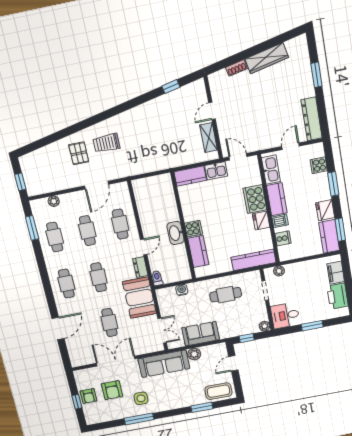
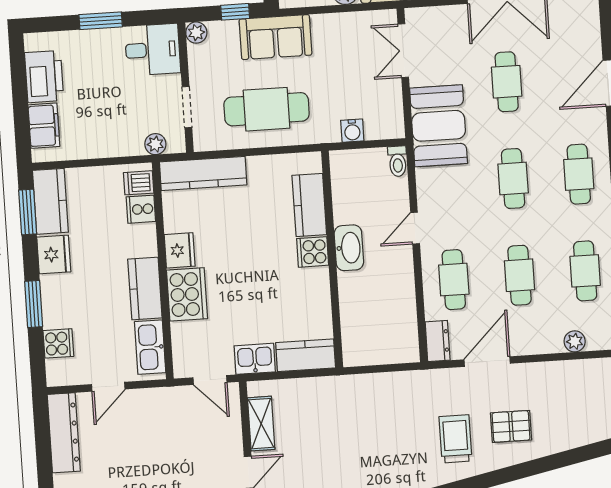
trolley: (106, 143) -> (455, 439), turned -90
pallet: (79, 153) -> (511, 426), turned 90
dishwasher: (280, 221) -> (139, 183), moved
dresser: (140, 267) -> (438, 341), moved
cafe table: (226, 295) -> (267, 109), width x1.37, depth x1.35
sofa: (201, 334) -> (275, 37), moved

